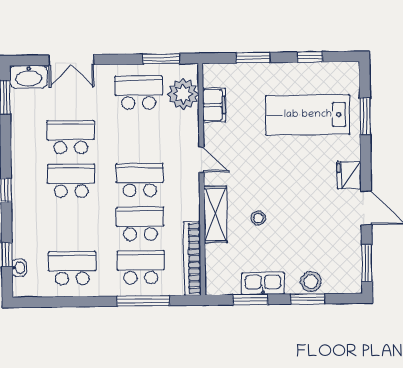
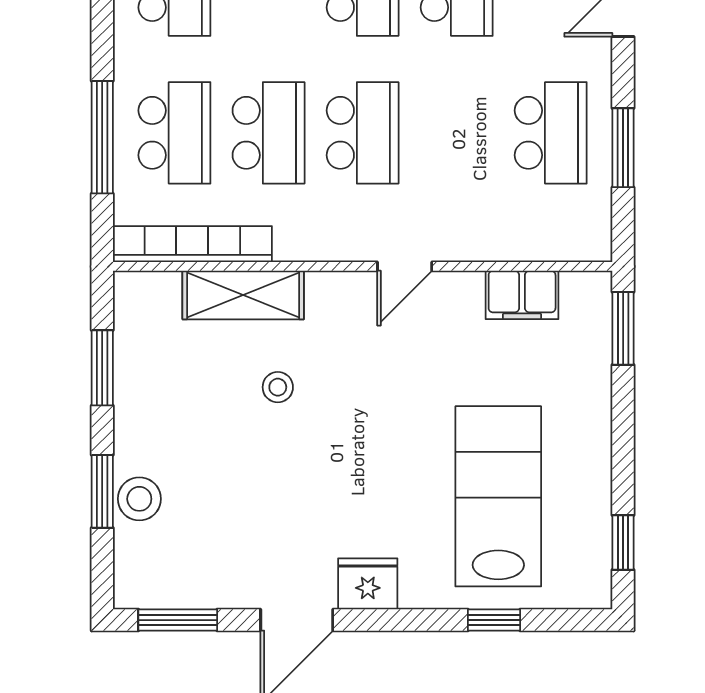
window: (310, 57) -> (623, 542), moved
window: (253, 58) -> (623, 328), moved
window: (161, 59) -> (623, 148), moved
plant: (183, 94) -> (547, 229), removed
window: (365, 116) -> (494, 620), width x0.67
shelving: (215, 214) -> (243, 295), moved
kitchen sink: (263, 283) -> (137, 396), removed

